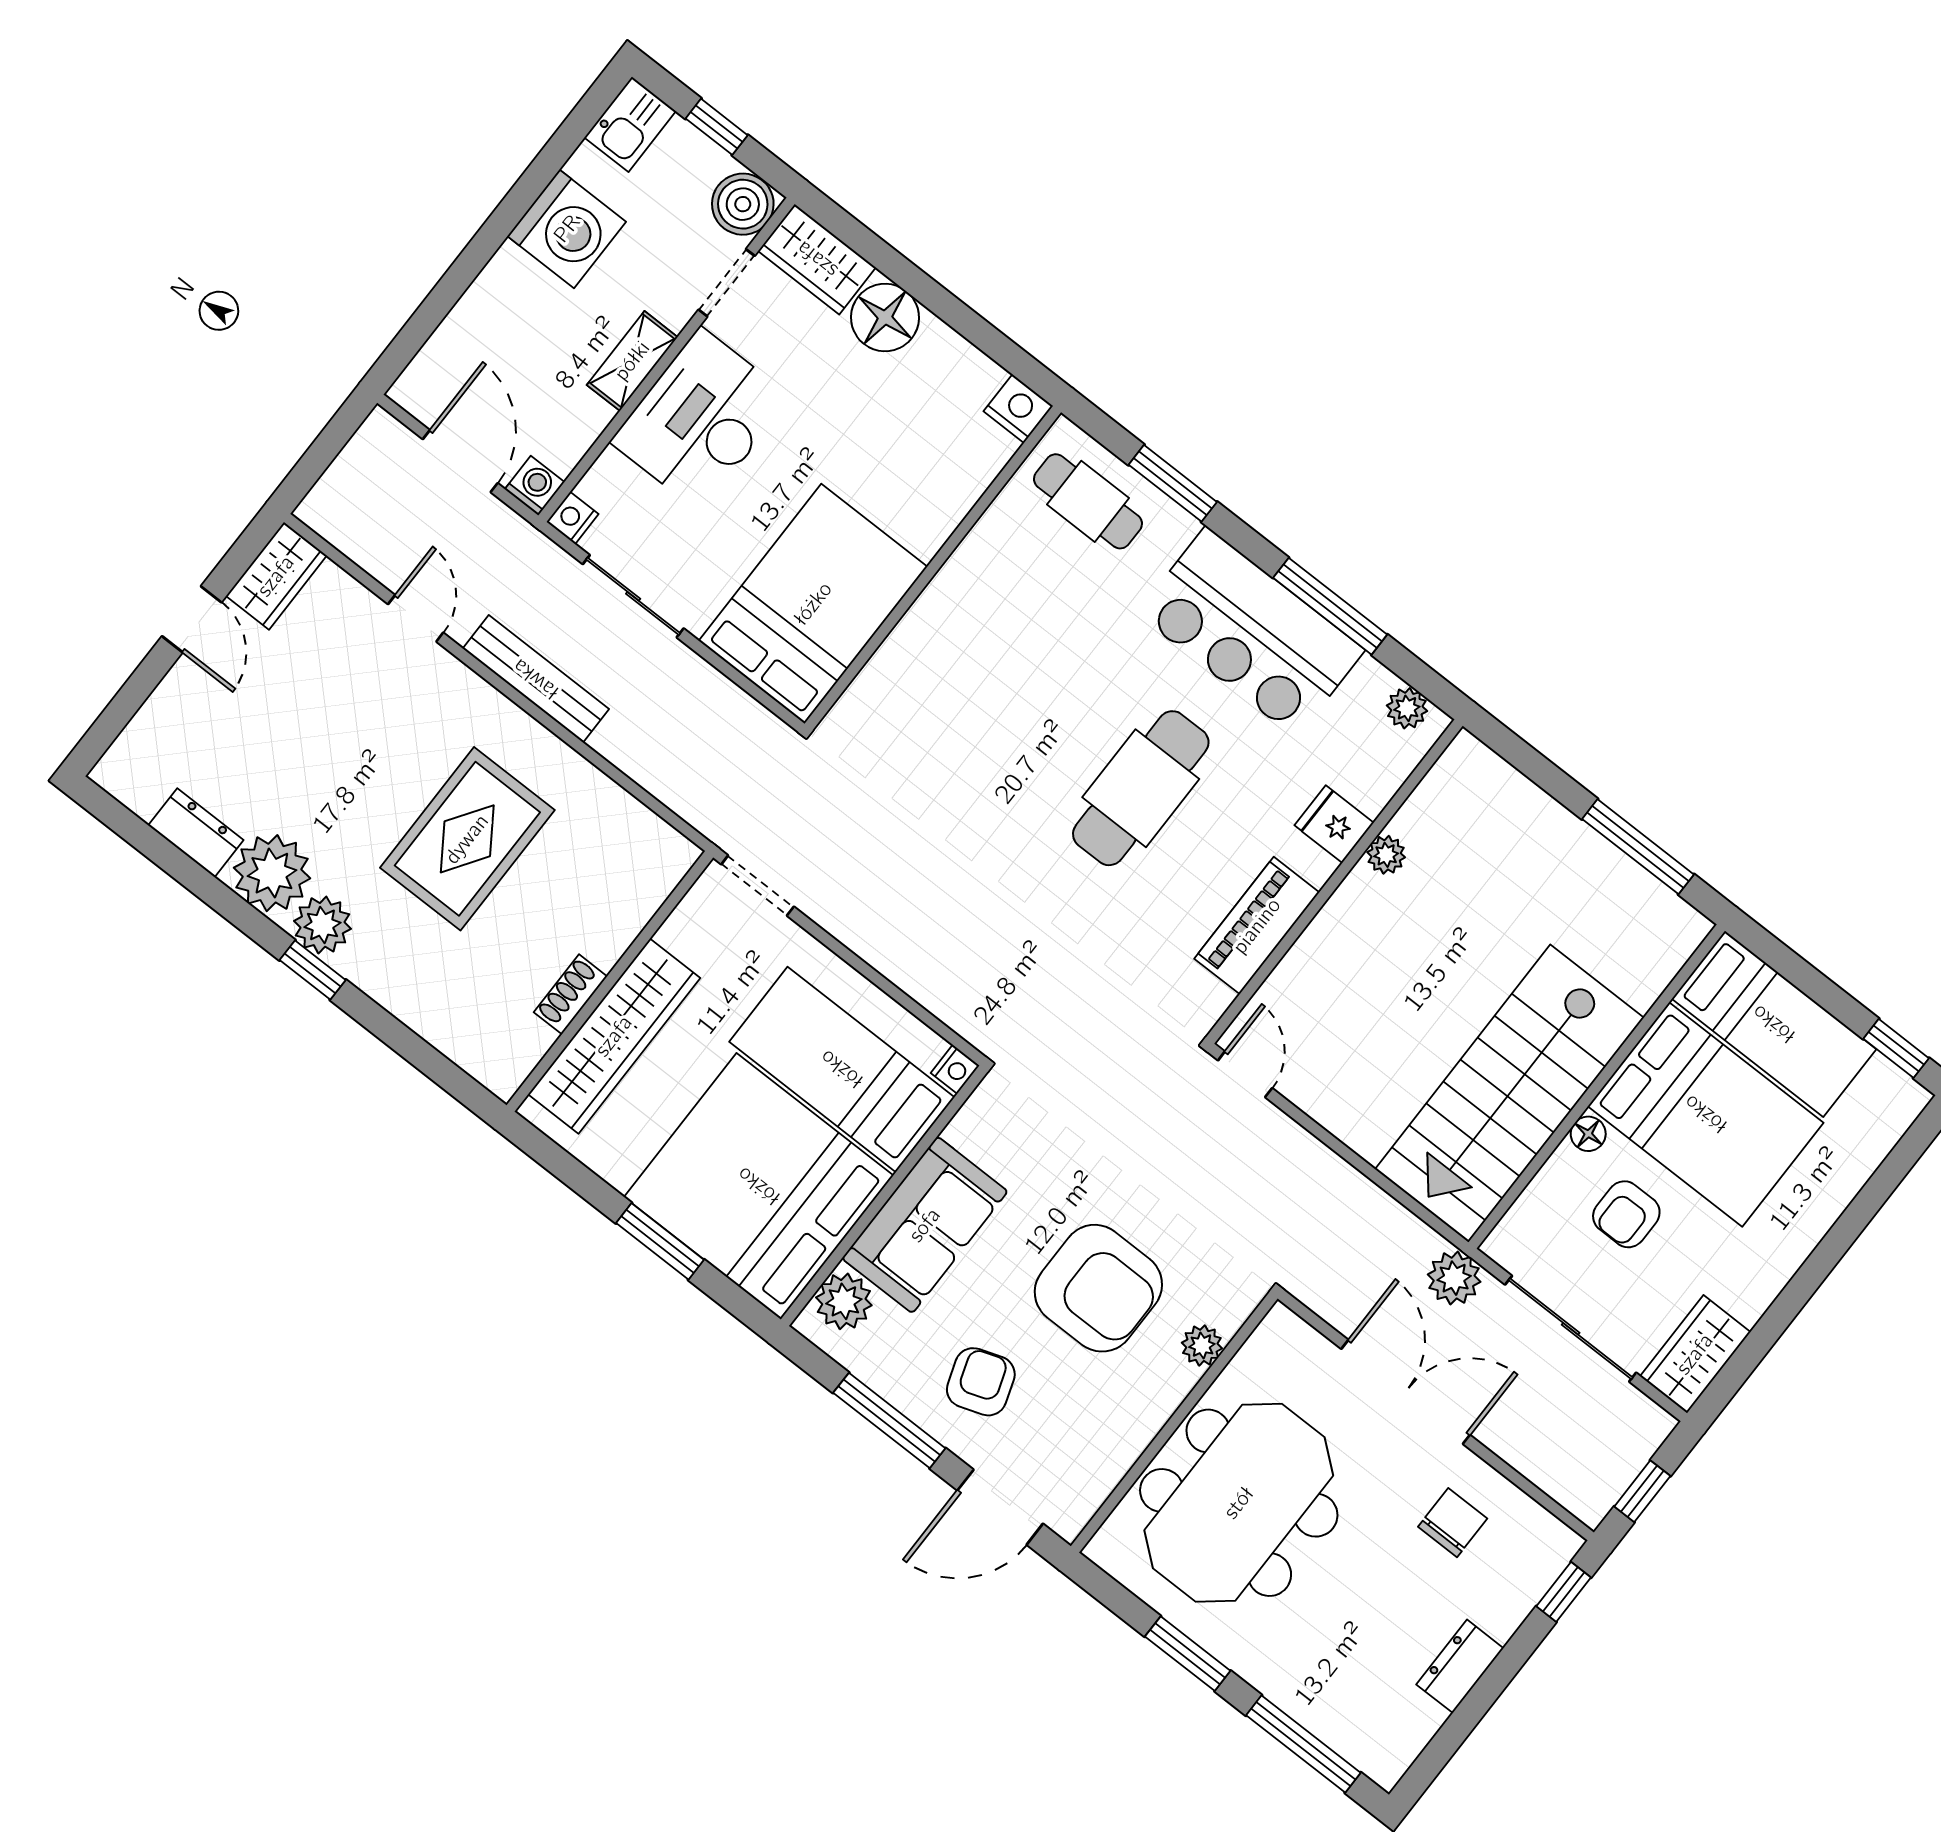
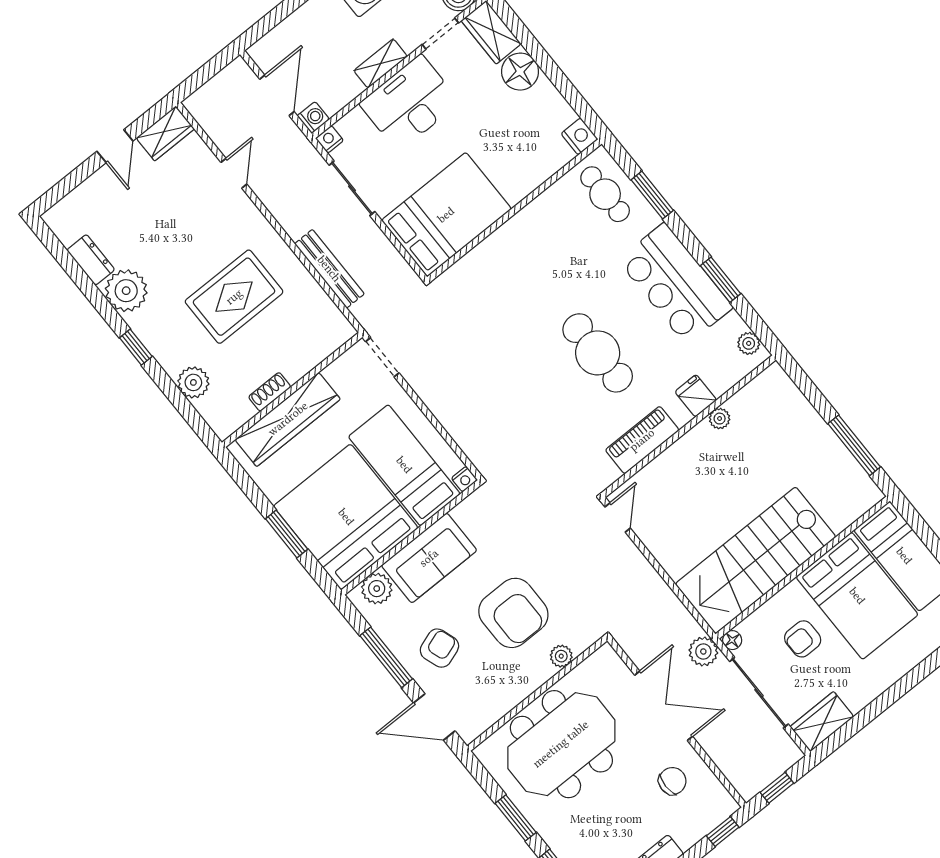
window: (1330, 606) -> (721, 280), width x0.69
bench: (536, 679) -> (329, 269), moved
cafe table: (1141, 788) -> (598, 353), turned 90
plant: (322, 925) -> (193, 382), moved
floor lamp: (1588, 1134) -> (732, 640), moved

